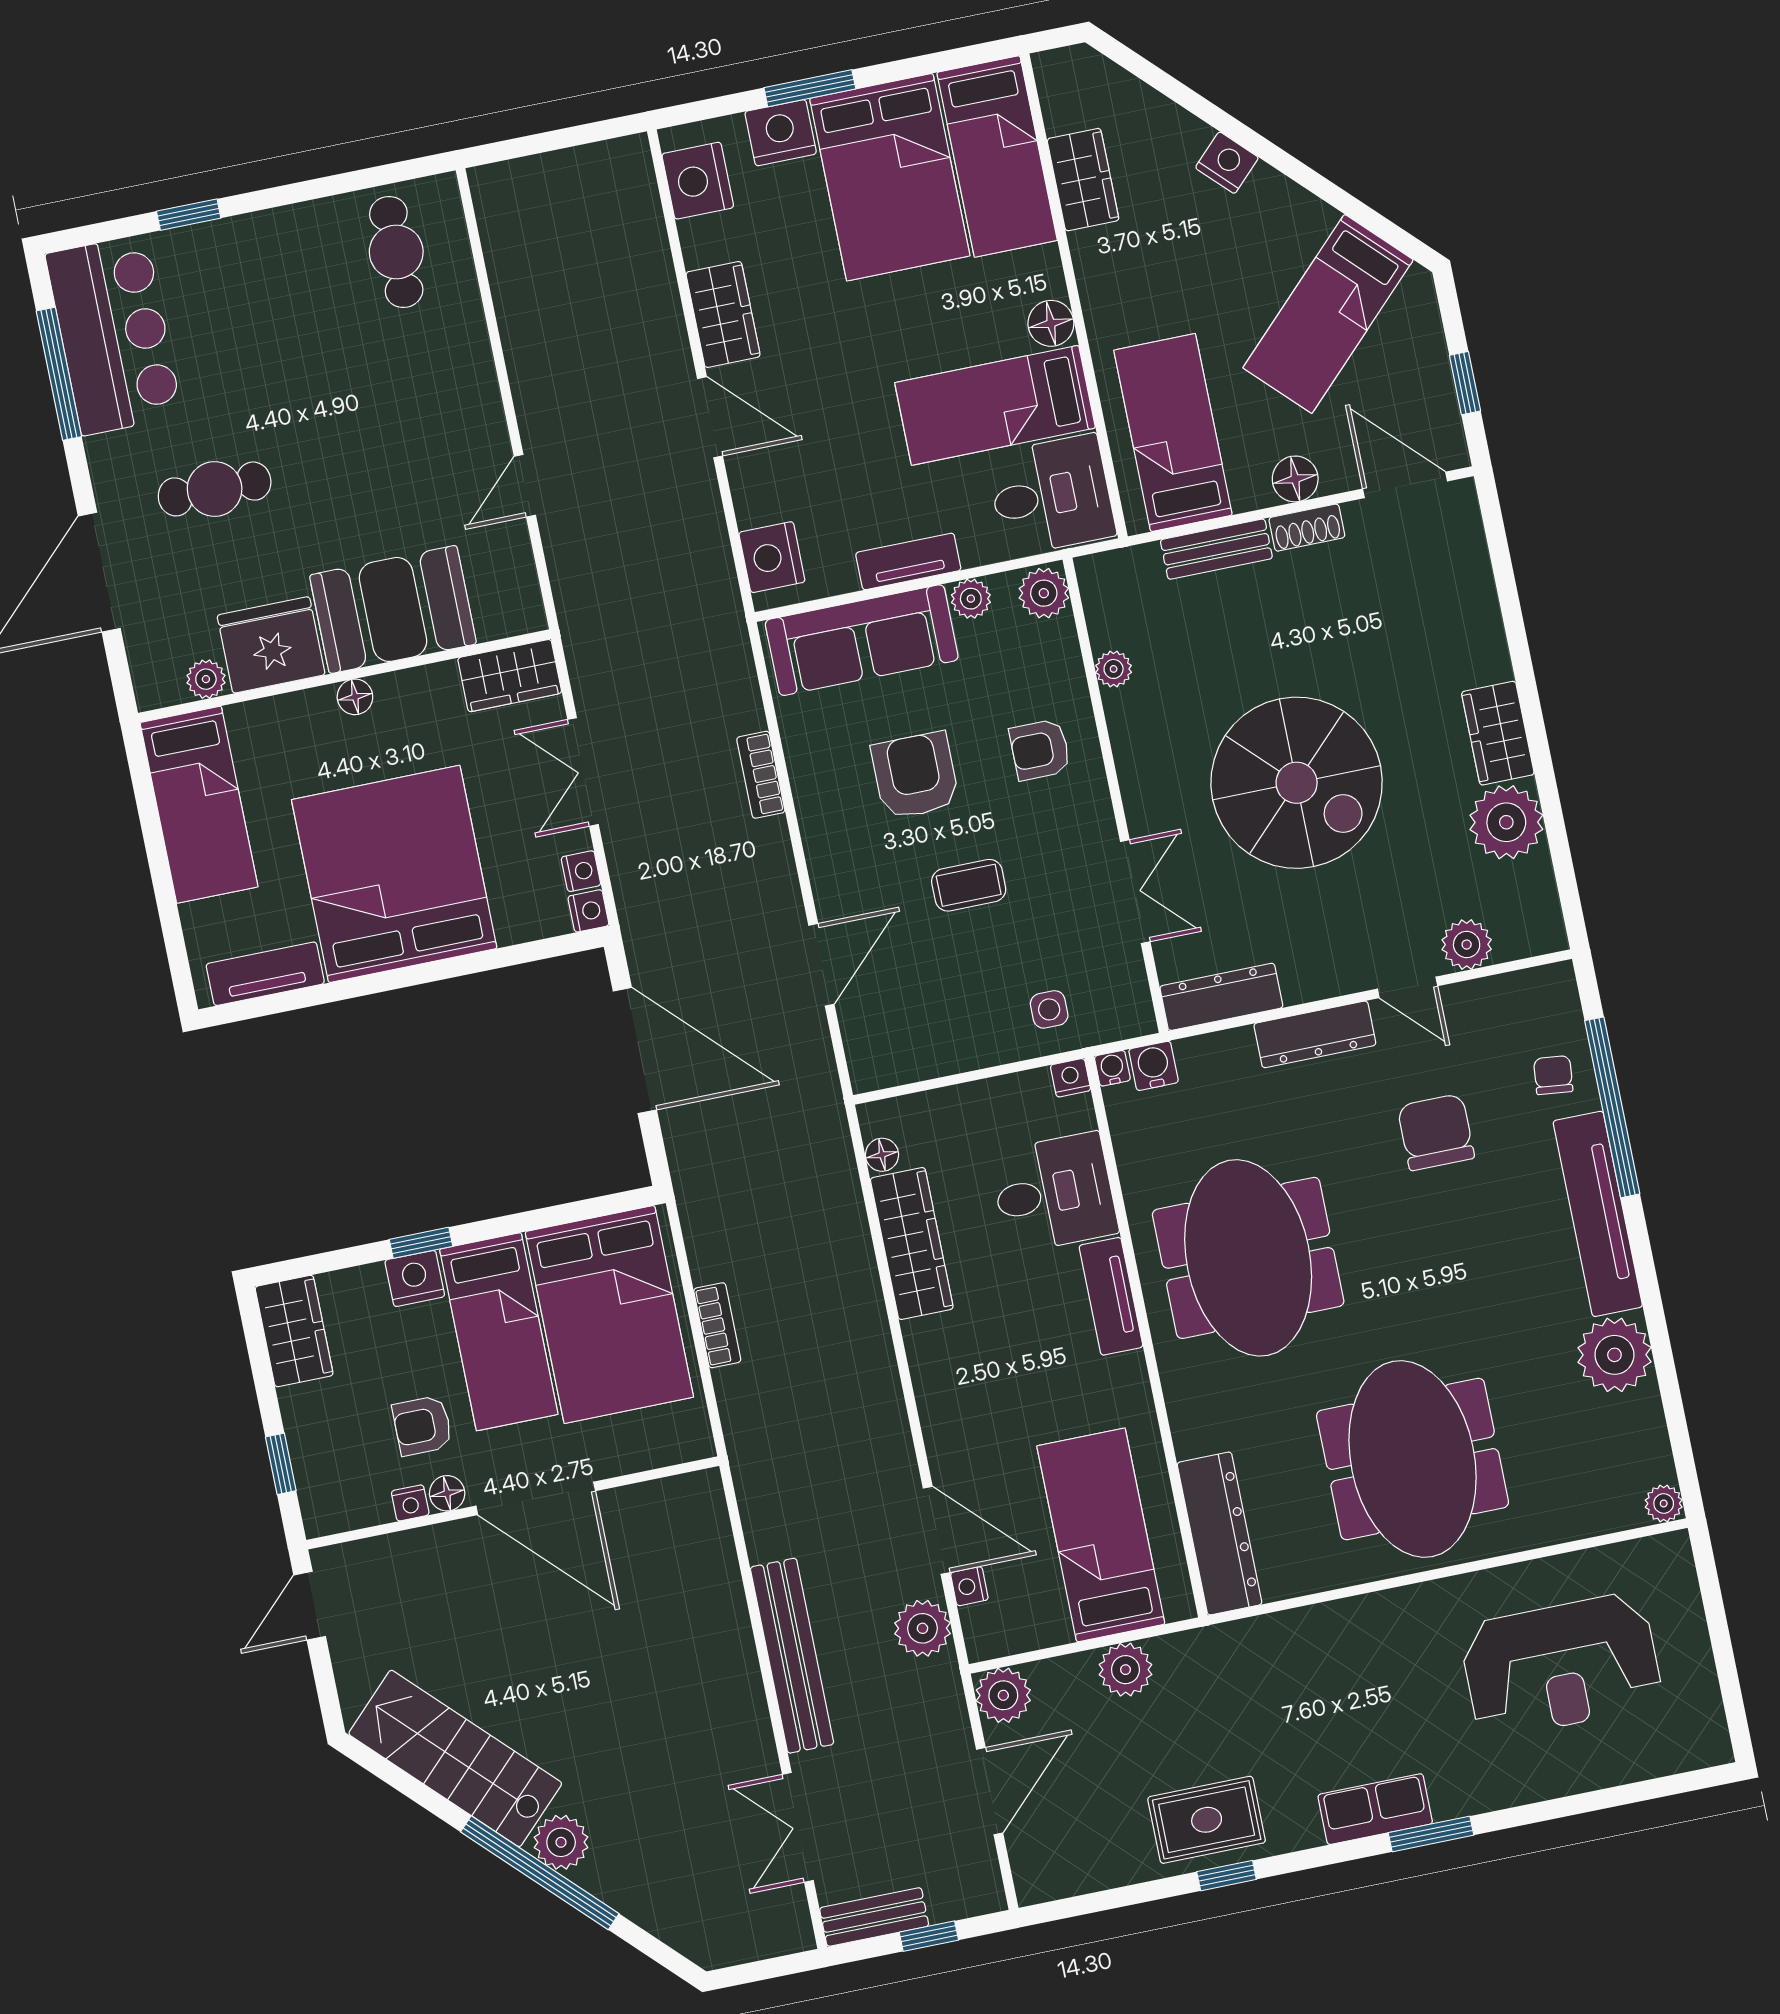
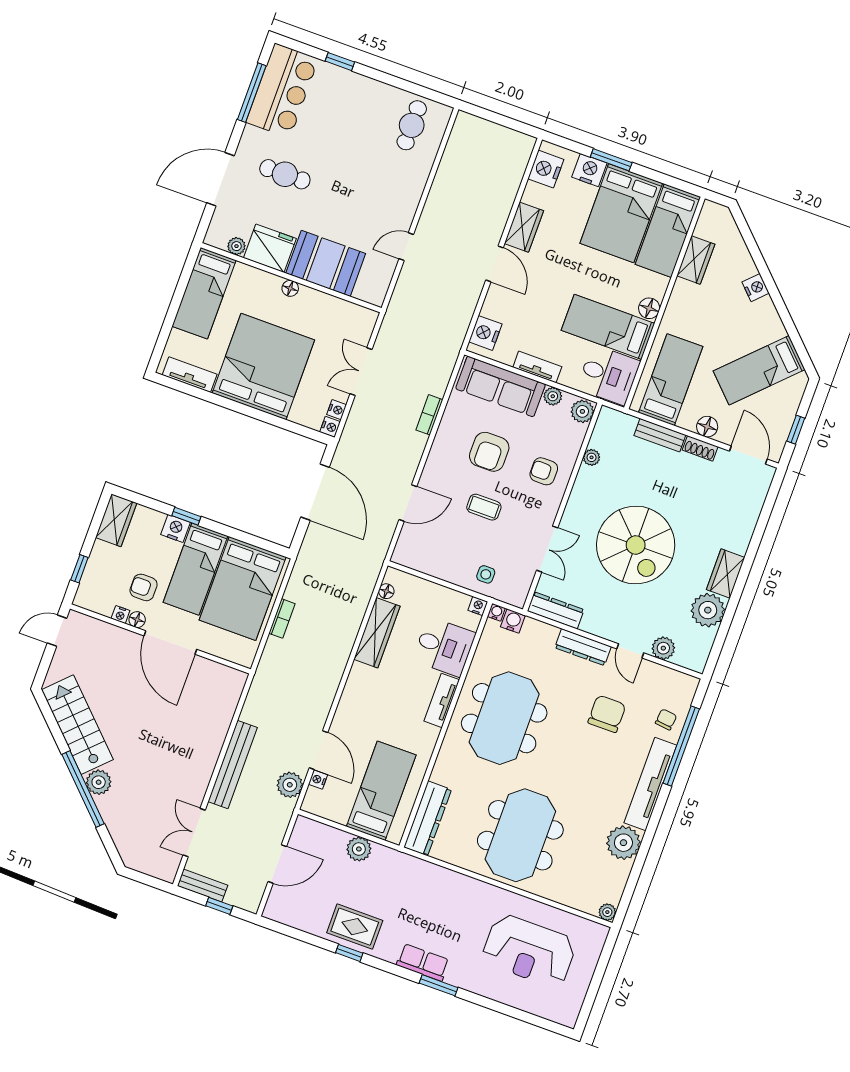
wardrobe: (510, 676) -> (355, 317), removed
armchair: (915, 776) -> (489, 452), turned 180
plant: (1003, 1695) -> (305, 830), removed

